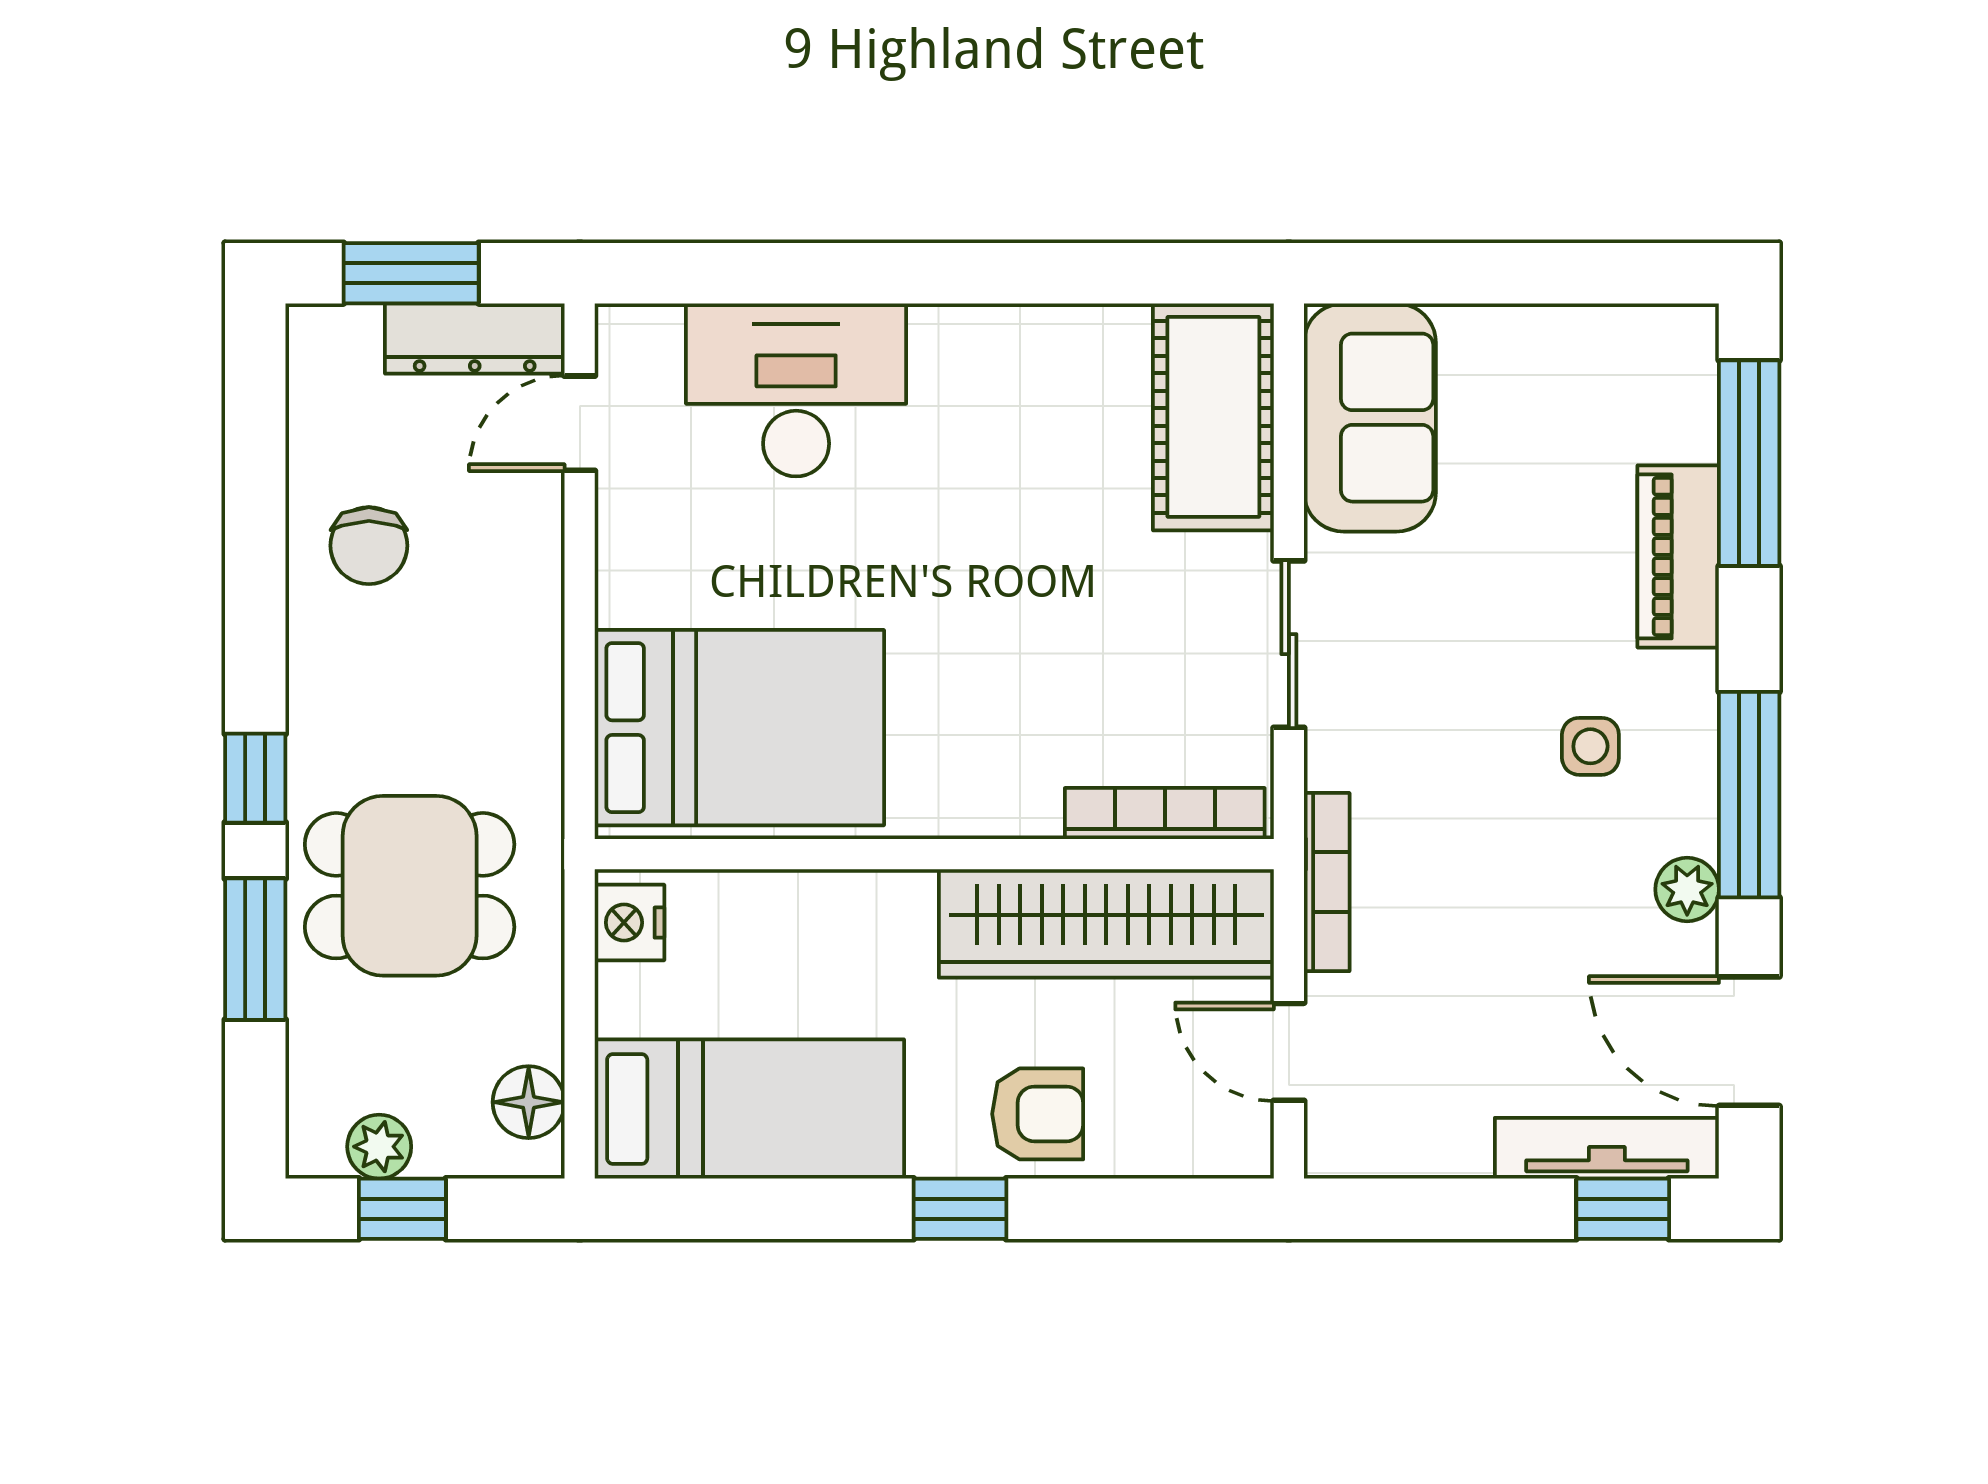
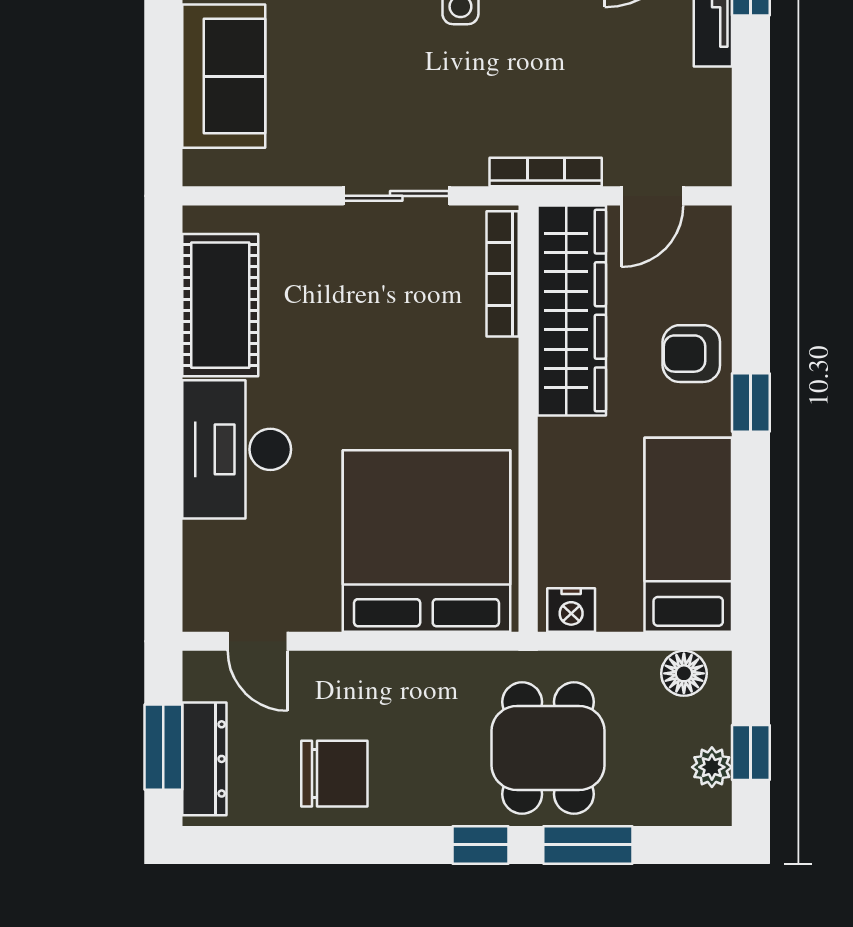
dresser: (475, 339) -> (204, 759), moved
desk: (796, 390) -> (237, 449), moved
cot: (1213, 417) -> (220, 305), moved, turned 90
sofa: (1370, 418) -> (224, 76), moved, turned 90
chair: (369, 546) -> (334, 774), width x1.37, depth x1.37
bed: (739, 728) -> (426, 541), width x1.36
armchair: (1038, 1114) -> (691, 354), turned -90

